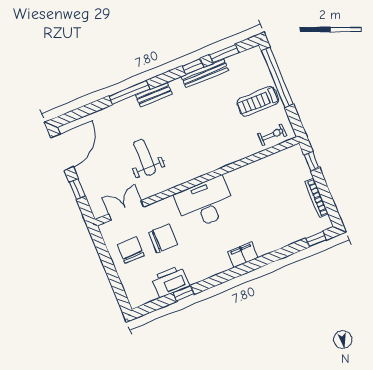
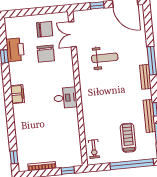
treadmill: (258, 101) -> (128, 138), moved
desk: (205, 203) -> (65, 98), width x0.53, depth x0.77
double door: (126, 210) -> (72, 34), swing flipped
filing cabinet: (243, 255) -> (17, 94), moved

